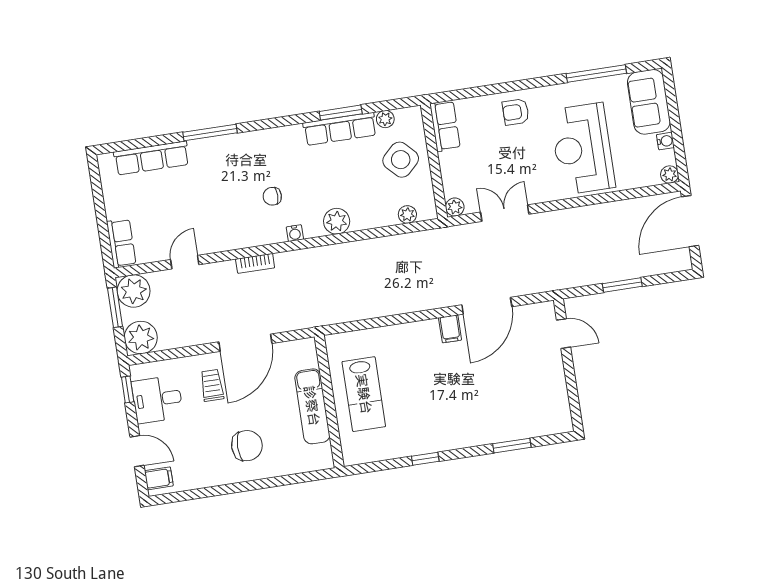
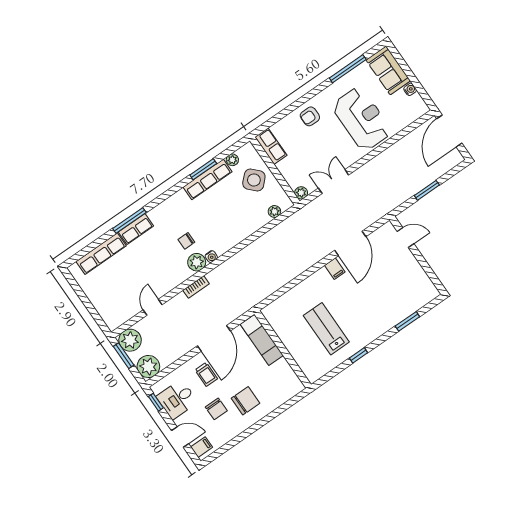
reception desk: (583, 149) -> (362, 119), turned 180
plant: (670, 175) -> (423, 109), removed
plant: (337, 221) -> (197, 262), moved
row of seats: (121, 243) -> (136, 229), moved, turned 90
trolley: (212, 385) -> (206, 374), turned 180
lab bench: (364, 394) -> (326, 329), moved, turned 180
exam couch: (312, 406) -> (262, 340), moved
chair: (203, 437) -> (216, 409), added

